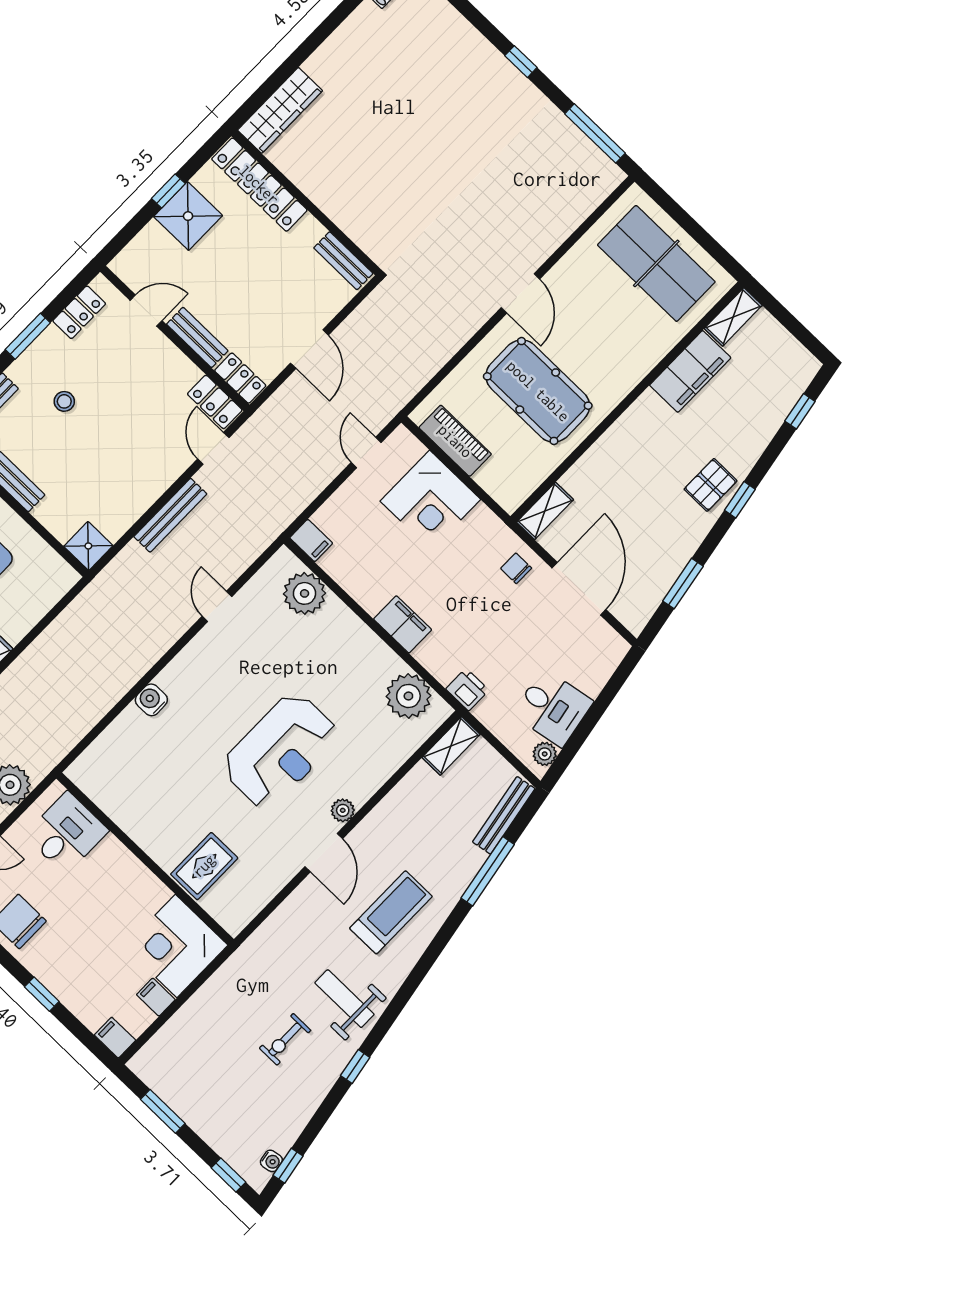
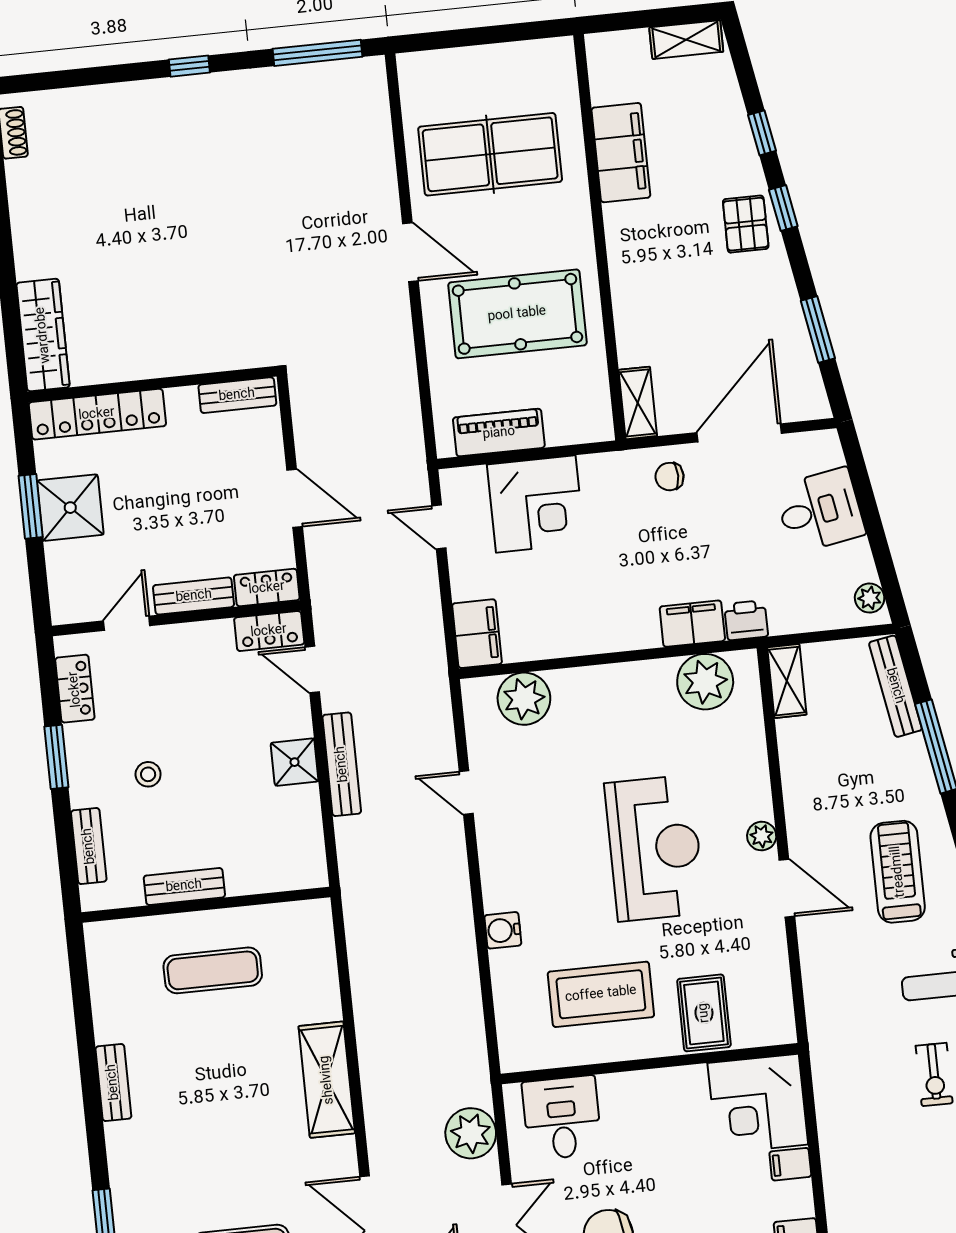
window: (168, 191) -> (31, 506), width x1.50
table tennis table: (656, 263) -> (490, 154), moved
shelving: (733, 317) -> (686, 40), moved, turned 90
window: (800, 411) -> (762, 133), moved
filing cabinet: (311, 540) -> (477, 634), width x2.00
shower: (88, 546) -> (295, 762), moved
door: (579, 589) -> (739, 433), hinge flipped
filing cabinet: (403, 624) -> (692, 624), moved
desk: (553, 708) -> (820, 511), moved
coffee table: (163, 793) -> (601, 994), added

